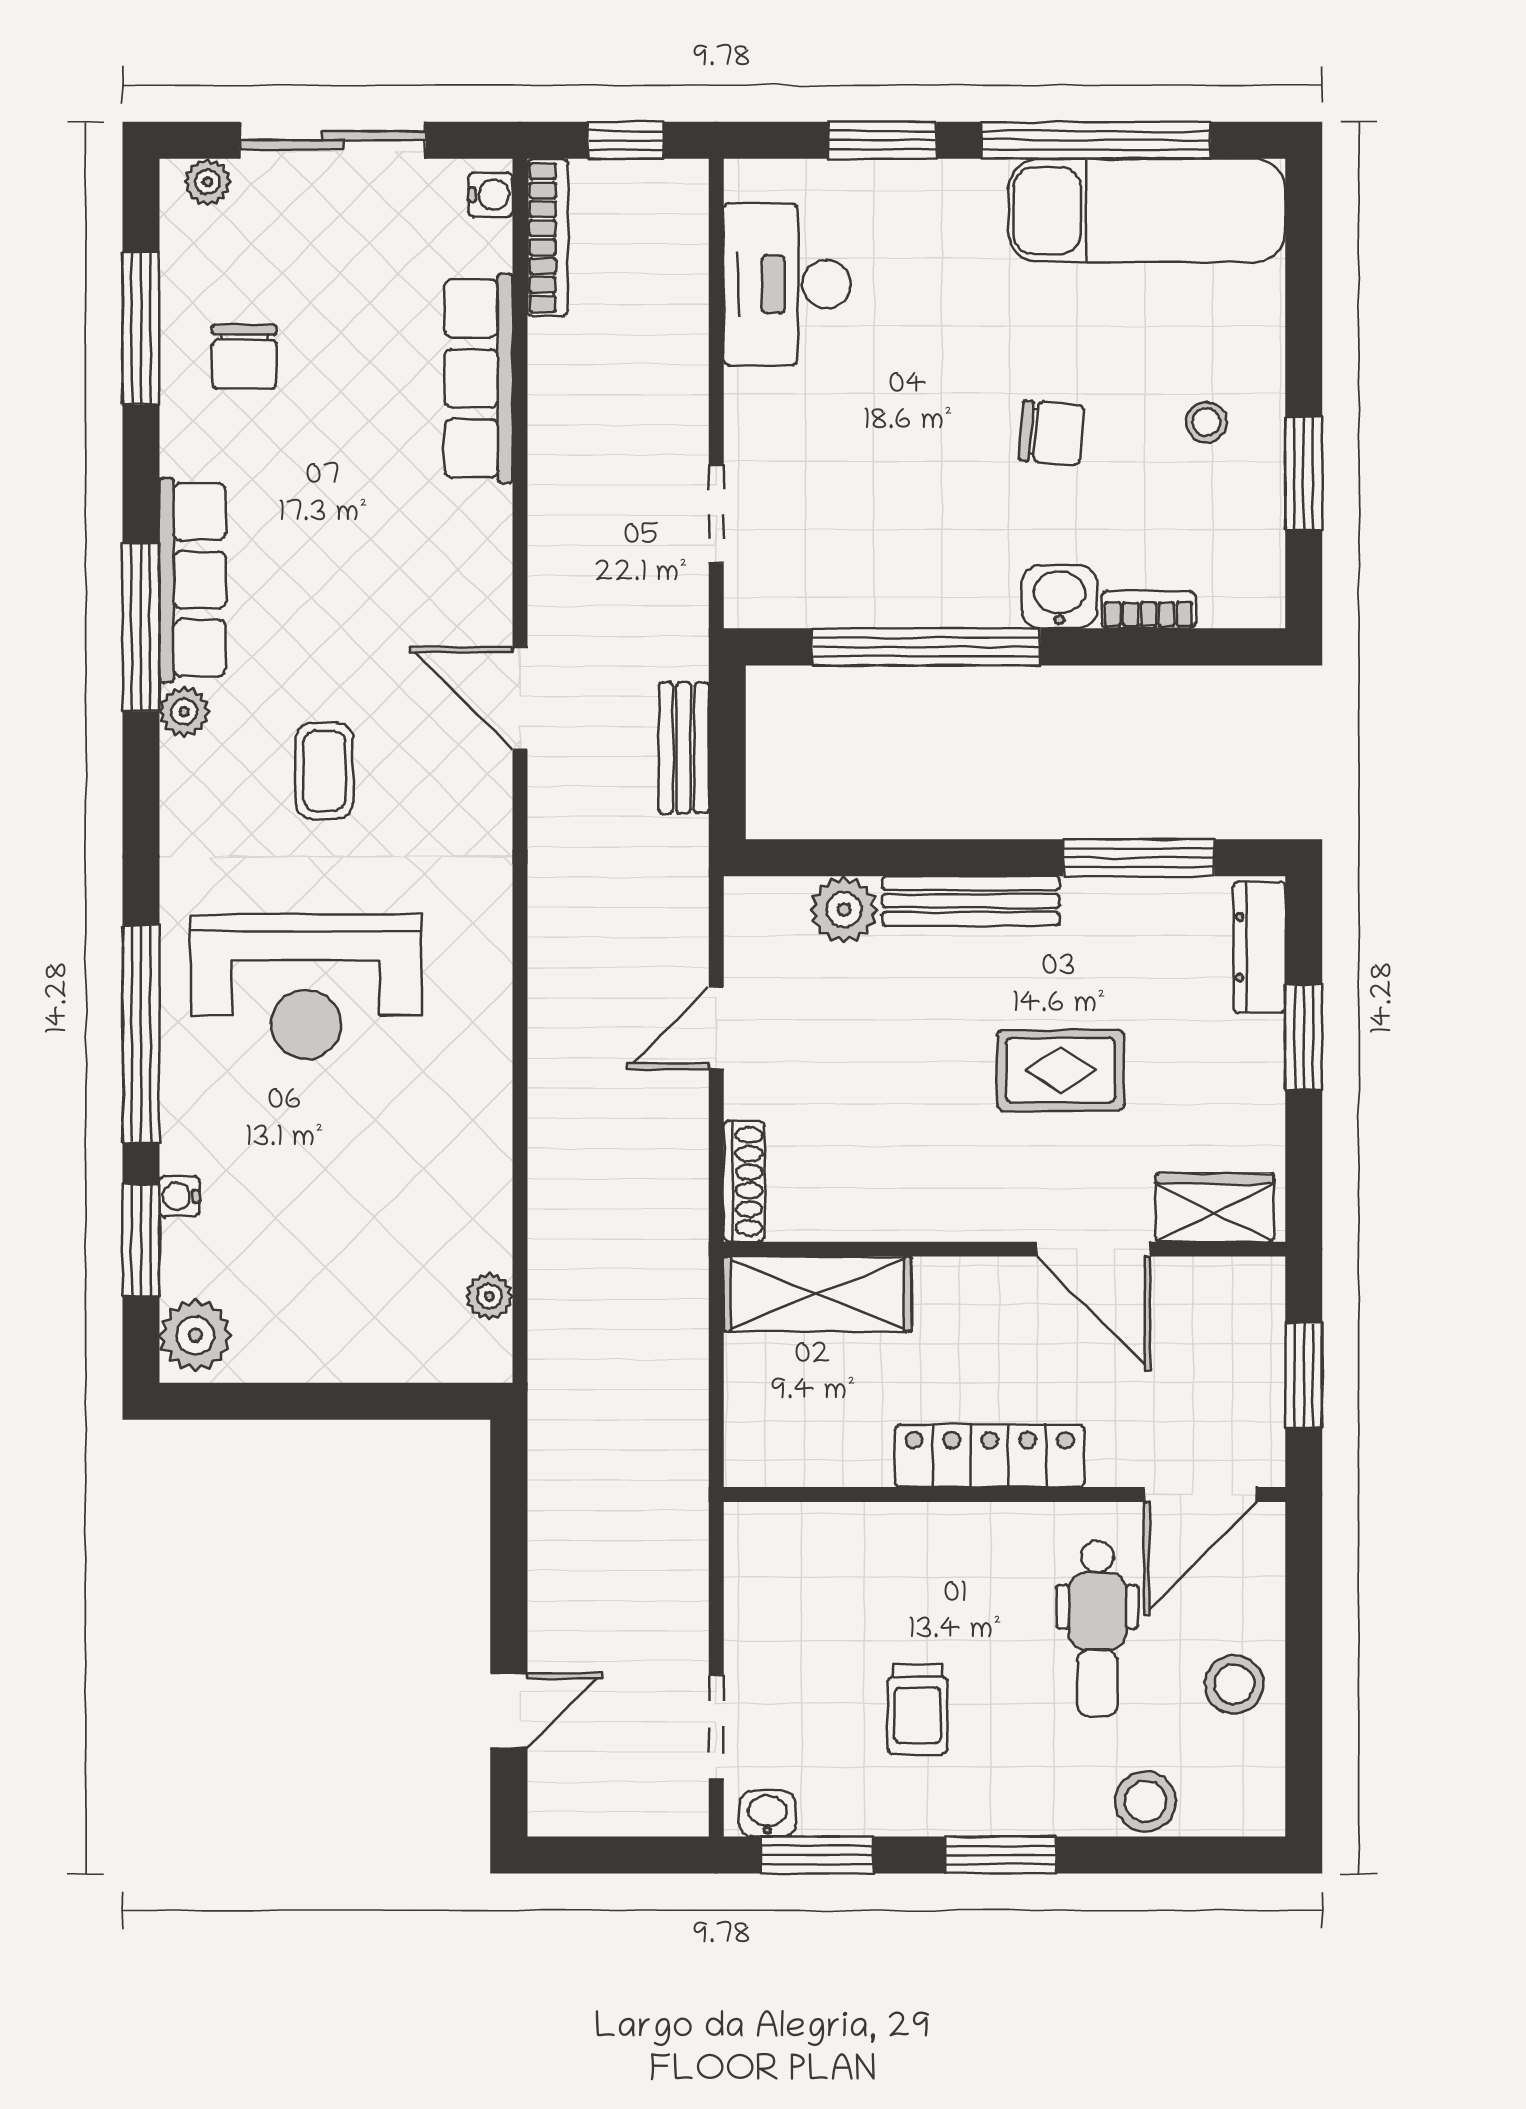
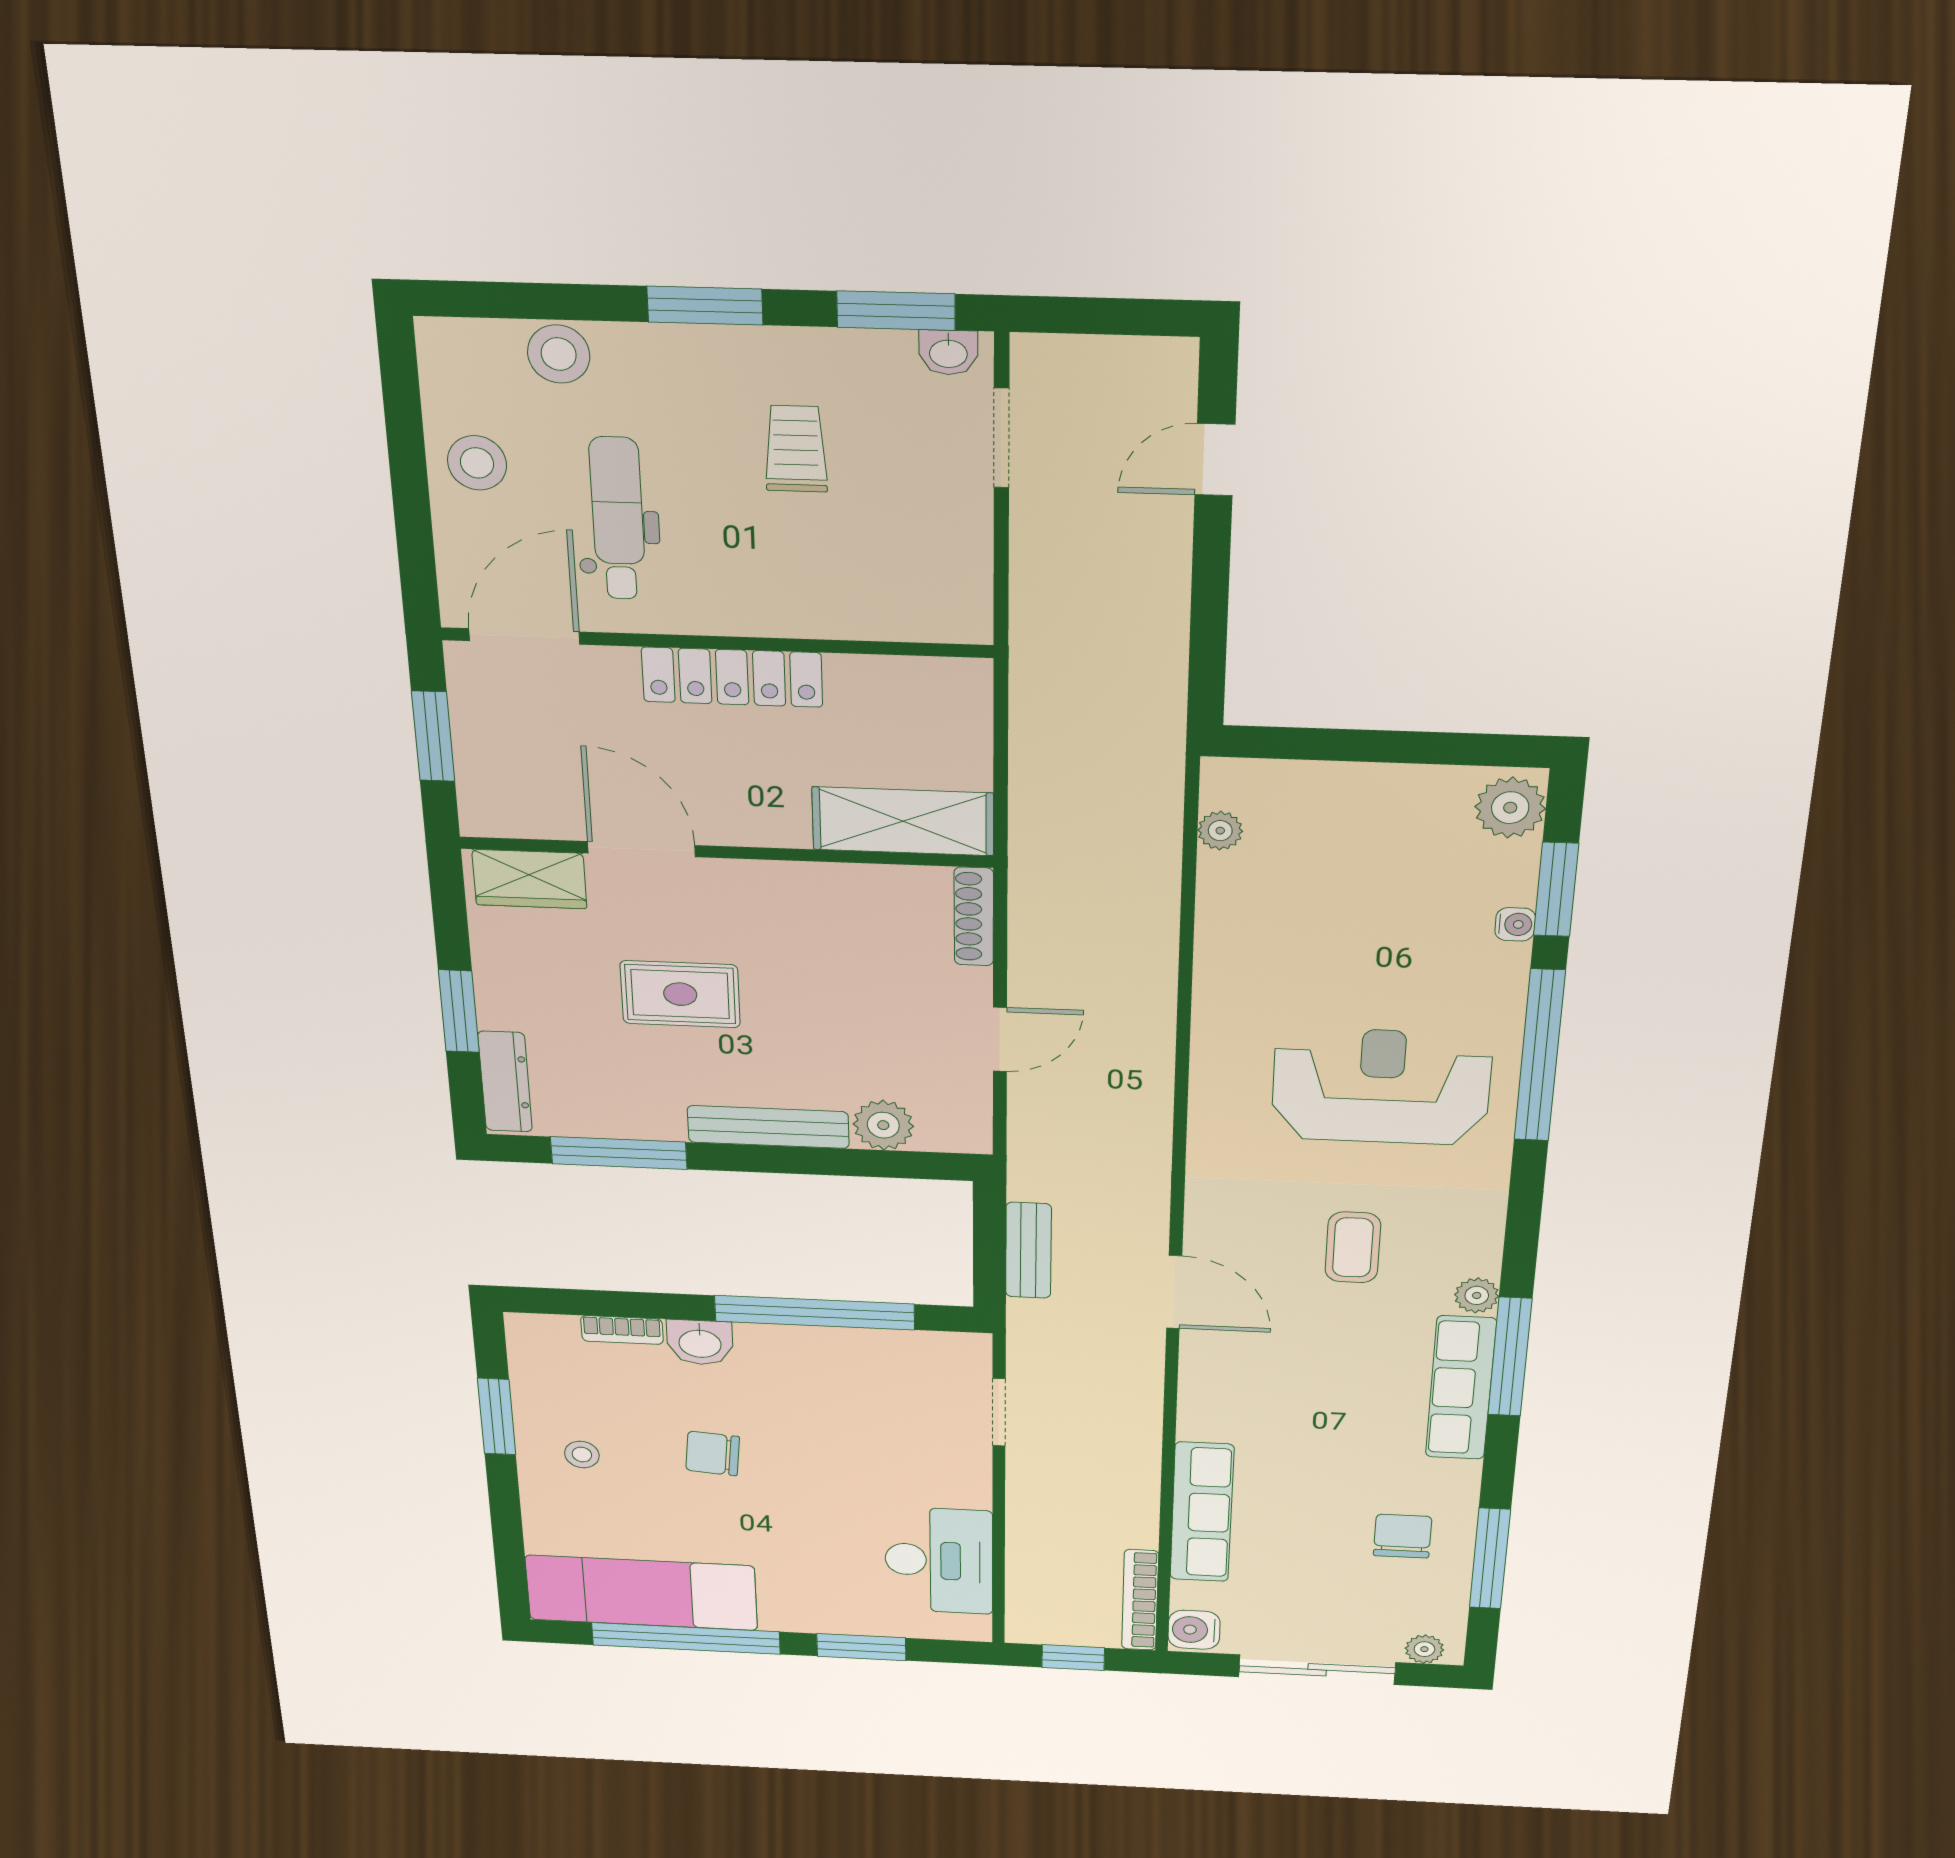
water cooler: (490, 195) -> (1194, 1630), width x1.38, depth x1.38

